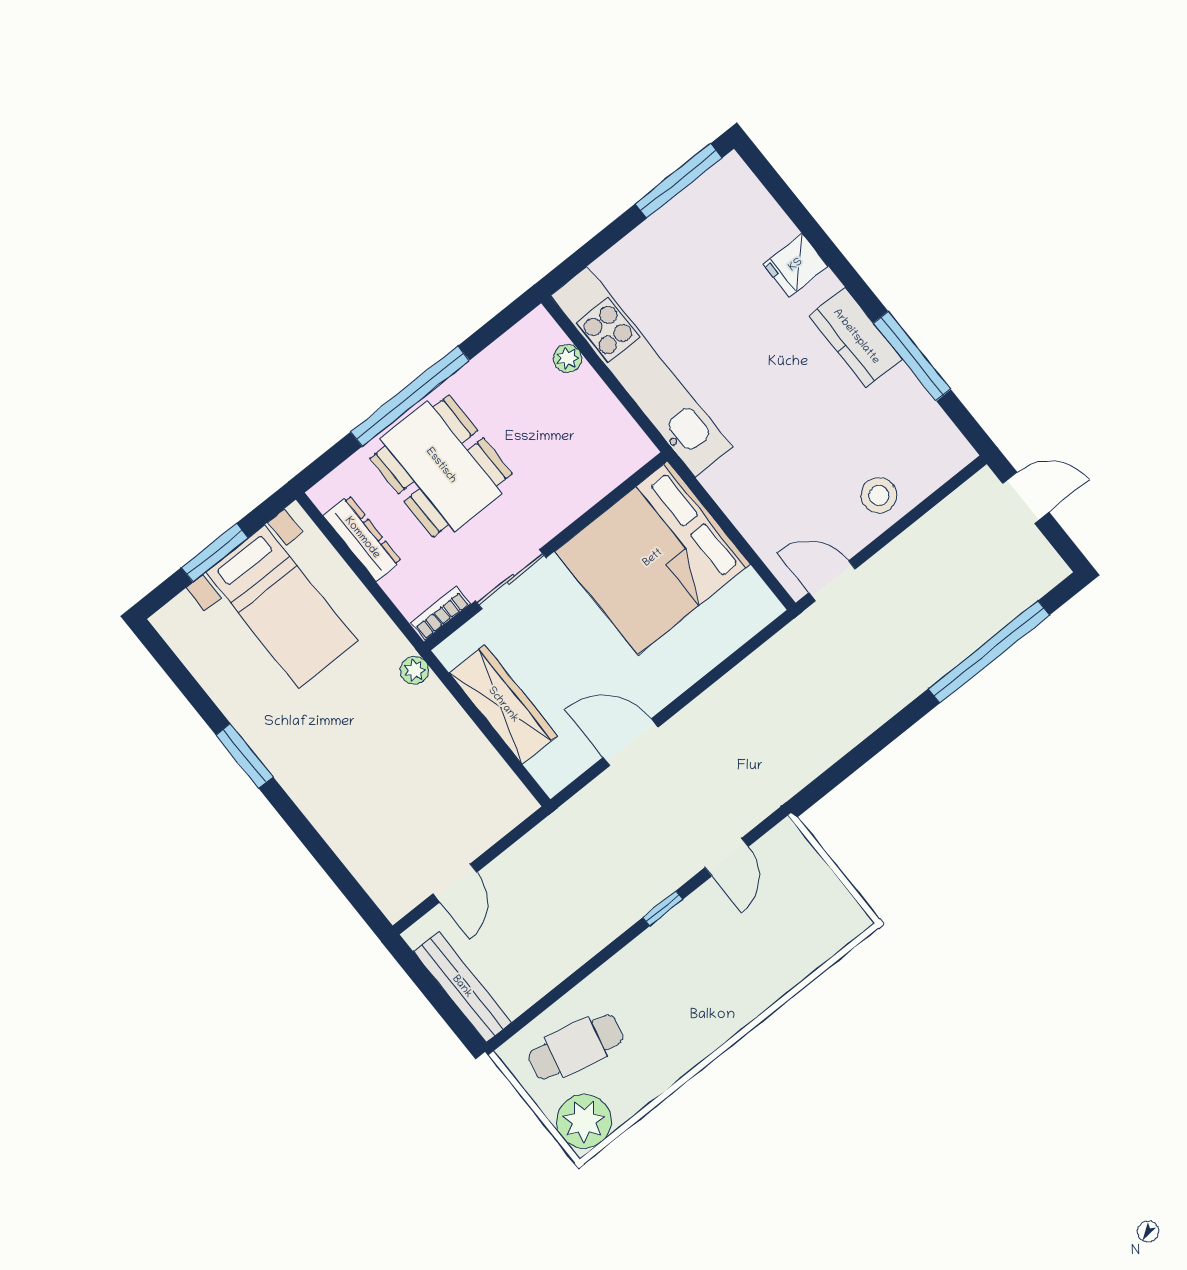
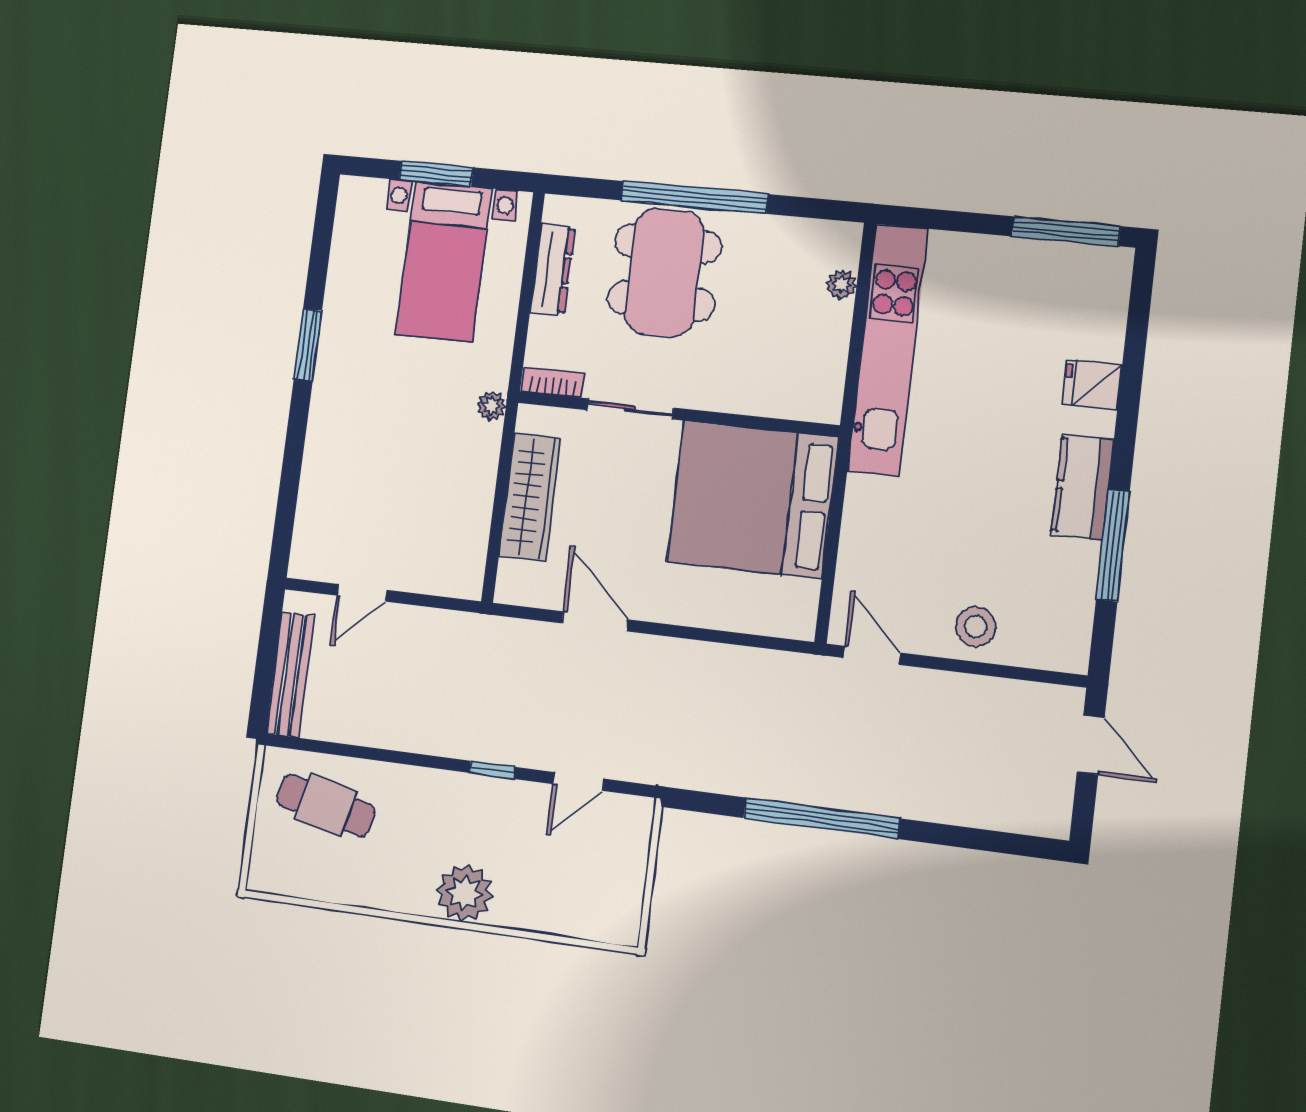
window: (989, 652) -> (821, 818), moved
plant: (584, 1121) -> (465, 893), moved

